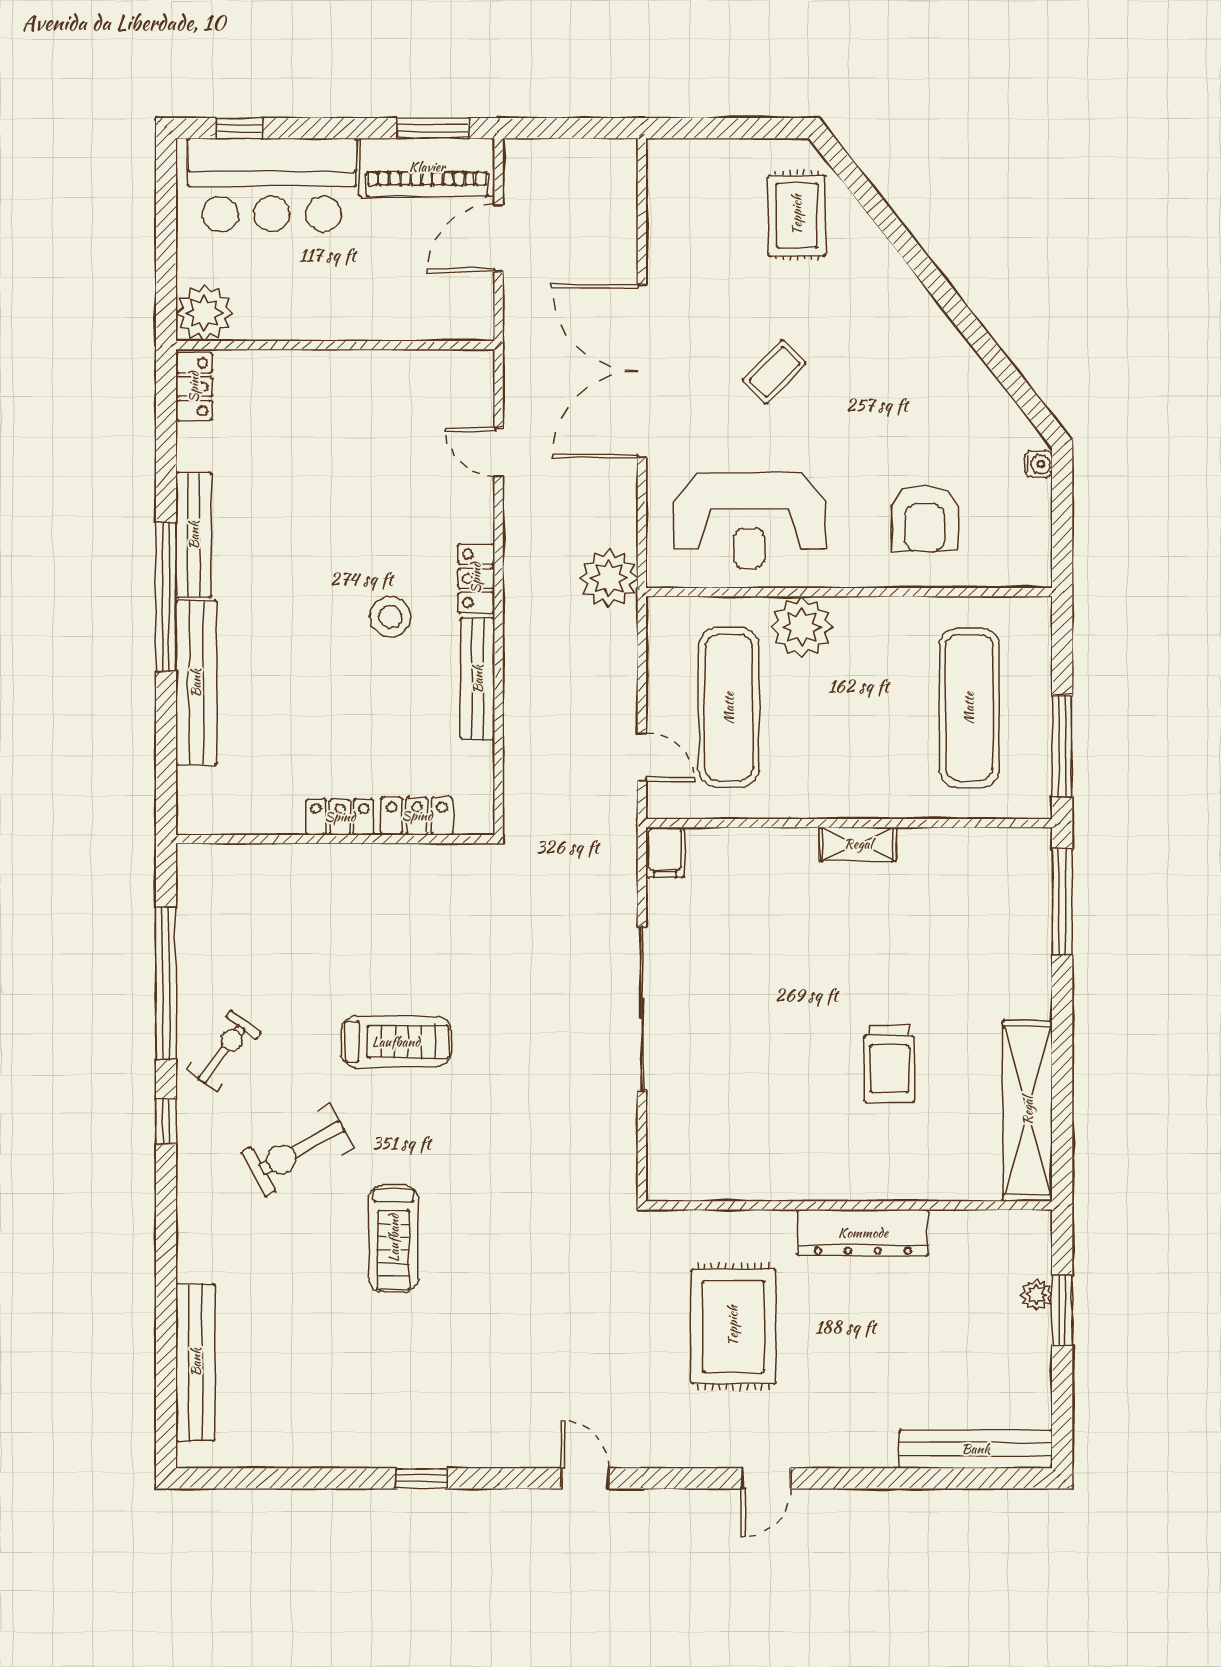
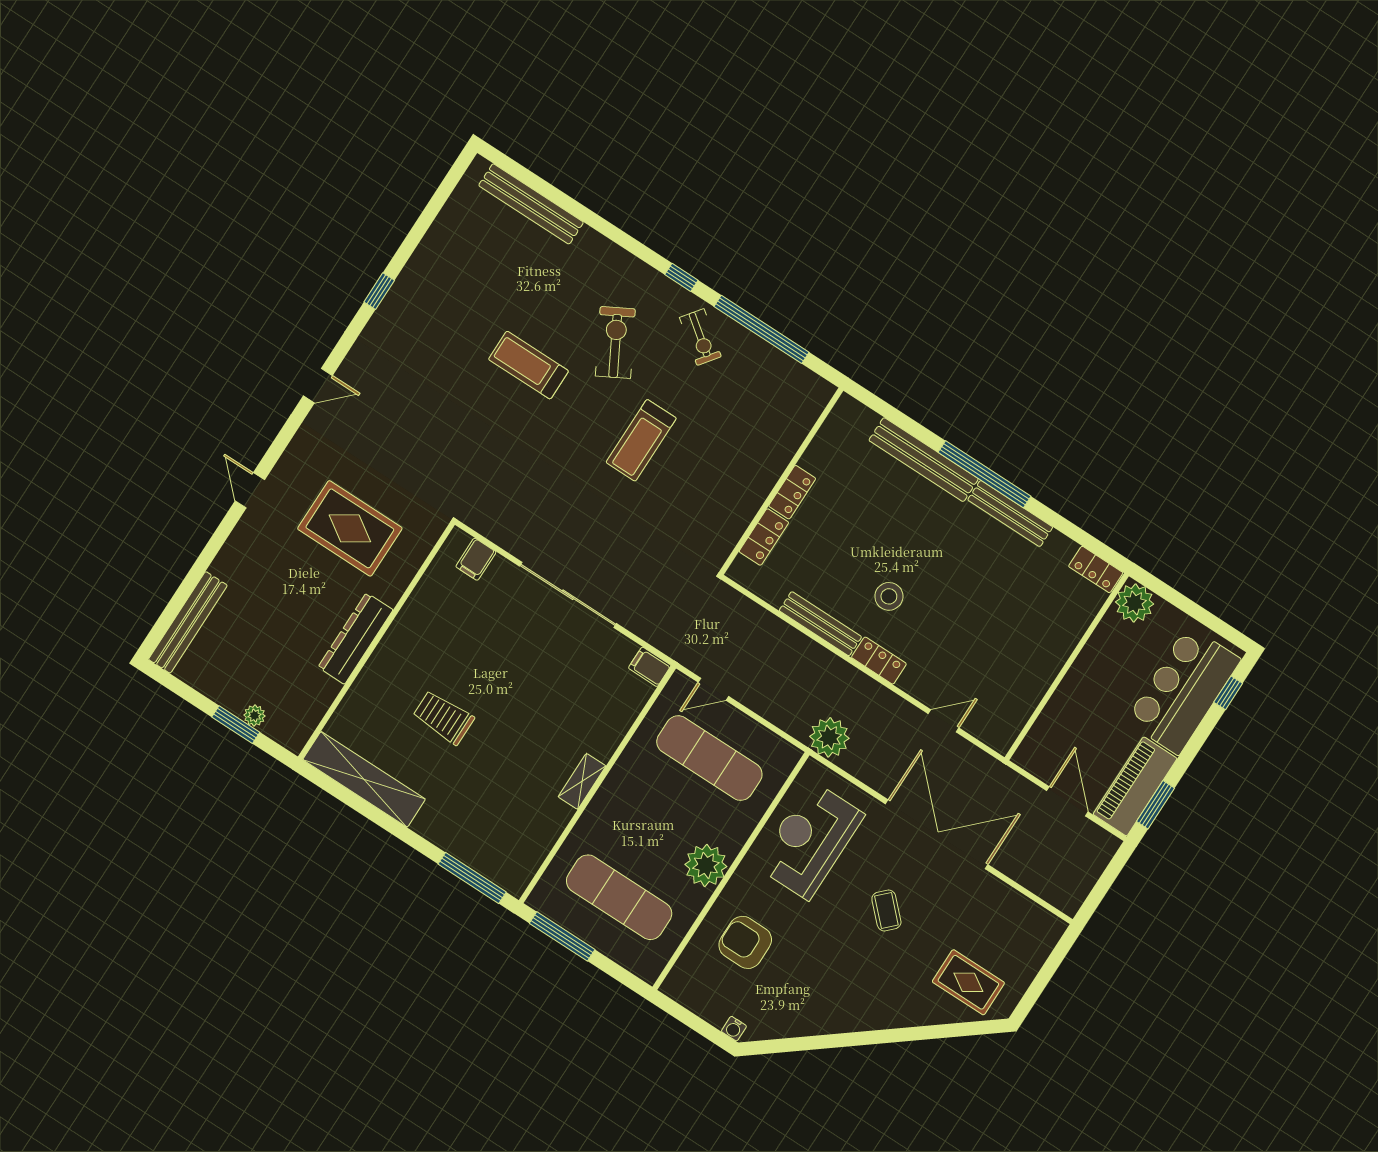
plant: (802, 627) -> (706, 865), moved
filing cabinet: (671, 1149) -> (476, 559), added

